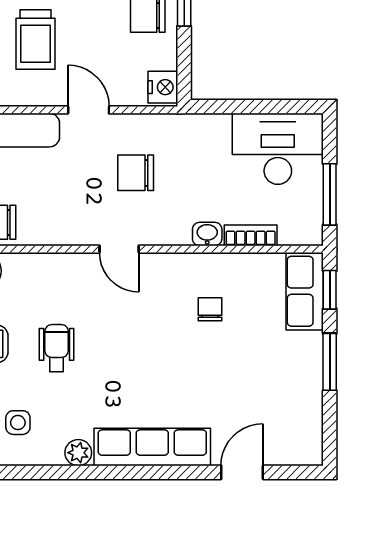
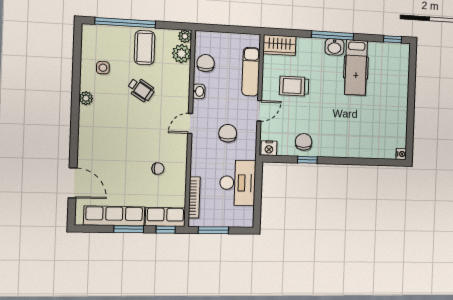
desk: (278, 149) -> (238, 183), moved
washbasin: (207, 234) -> (199, 91), moved
bookcase: (251, 235) -> (194, 197), width x1.56
wheelchair: (57, 348) -> (141, 89), turned 32
row of seats: (152, 447) -> (114, 216), moved, turned -90
door: (242, 472) -> (73, 183), width x1.38

